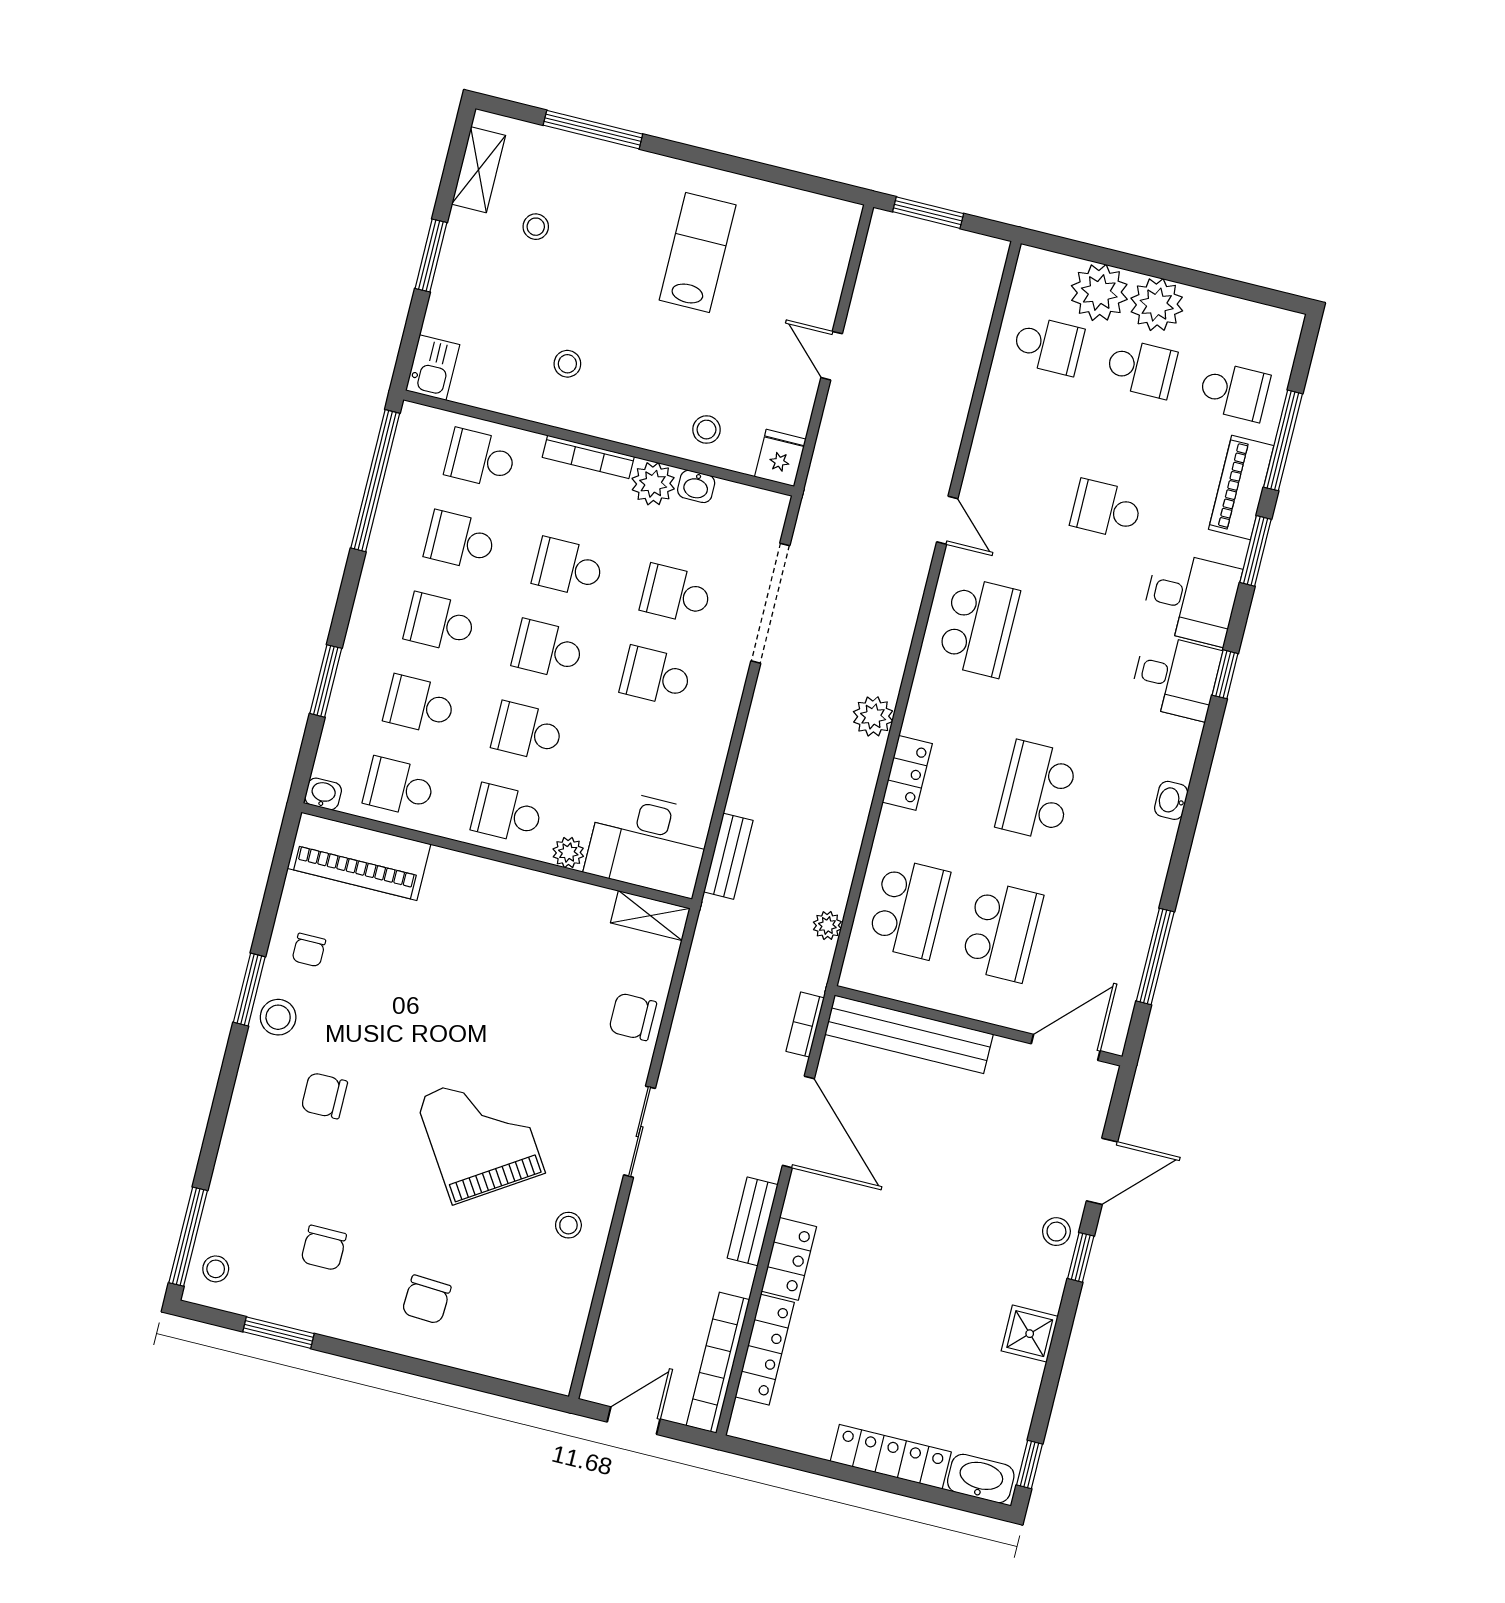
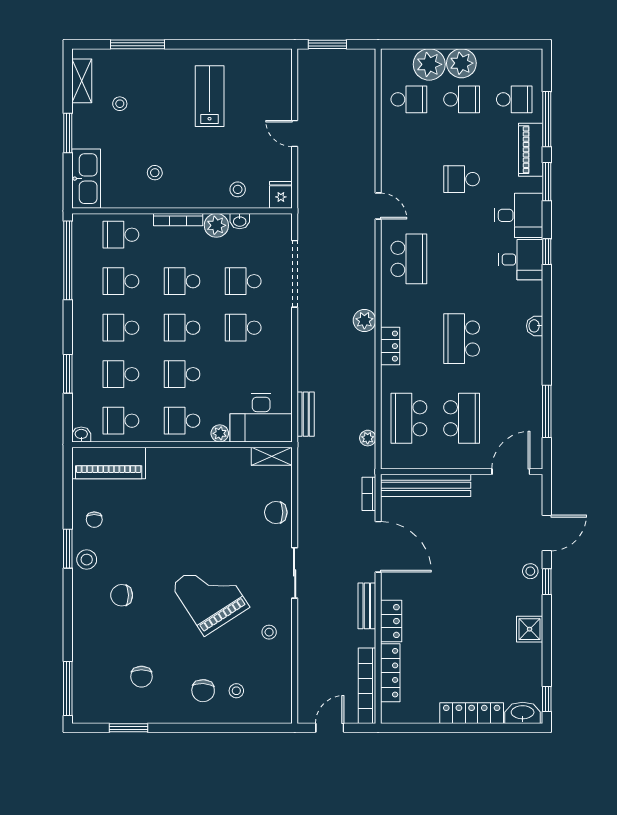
kitchen sink: (433, 368) -> (86, 179), width x1.87, depth x1.24
school desk: (909, 909) -> (409, 418), turned 180
stool: (216, 1269) -> (236, 691), moved

